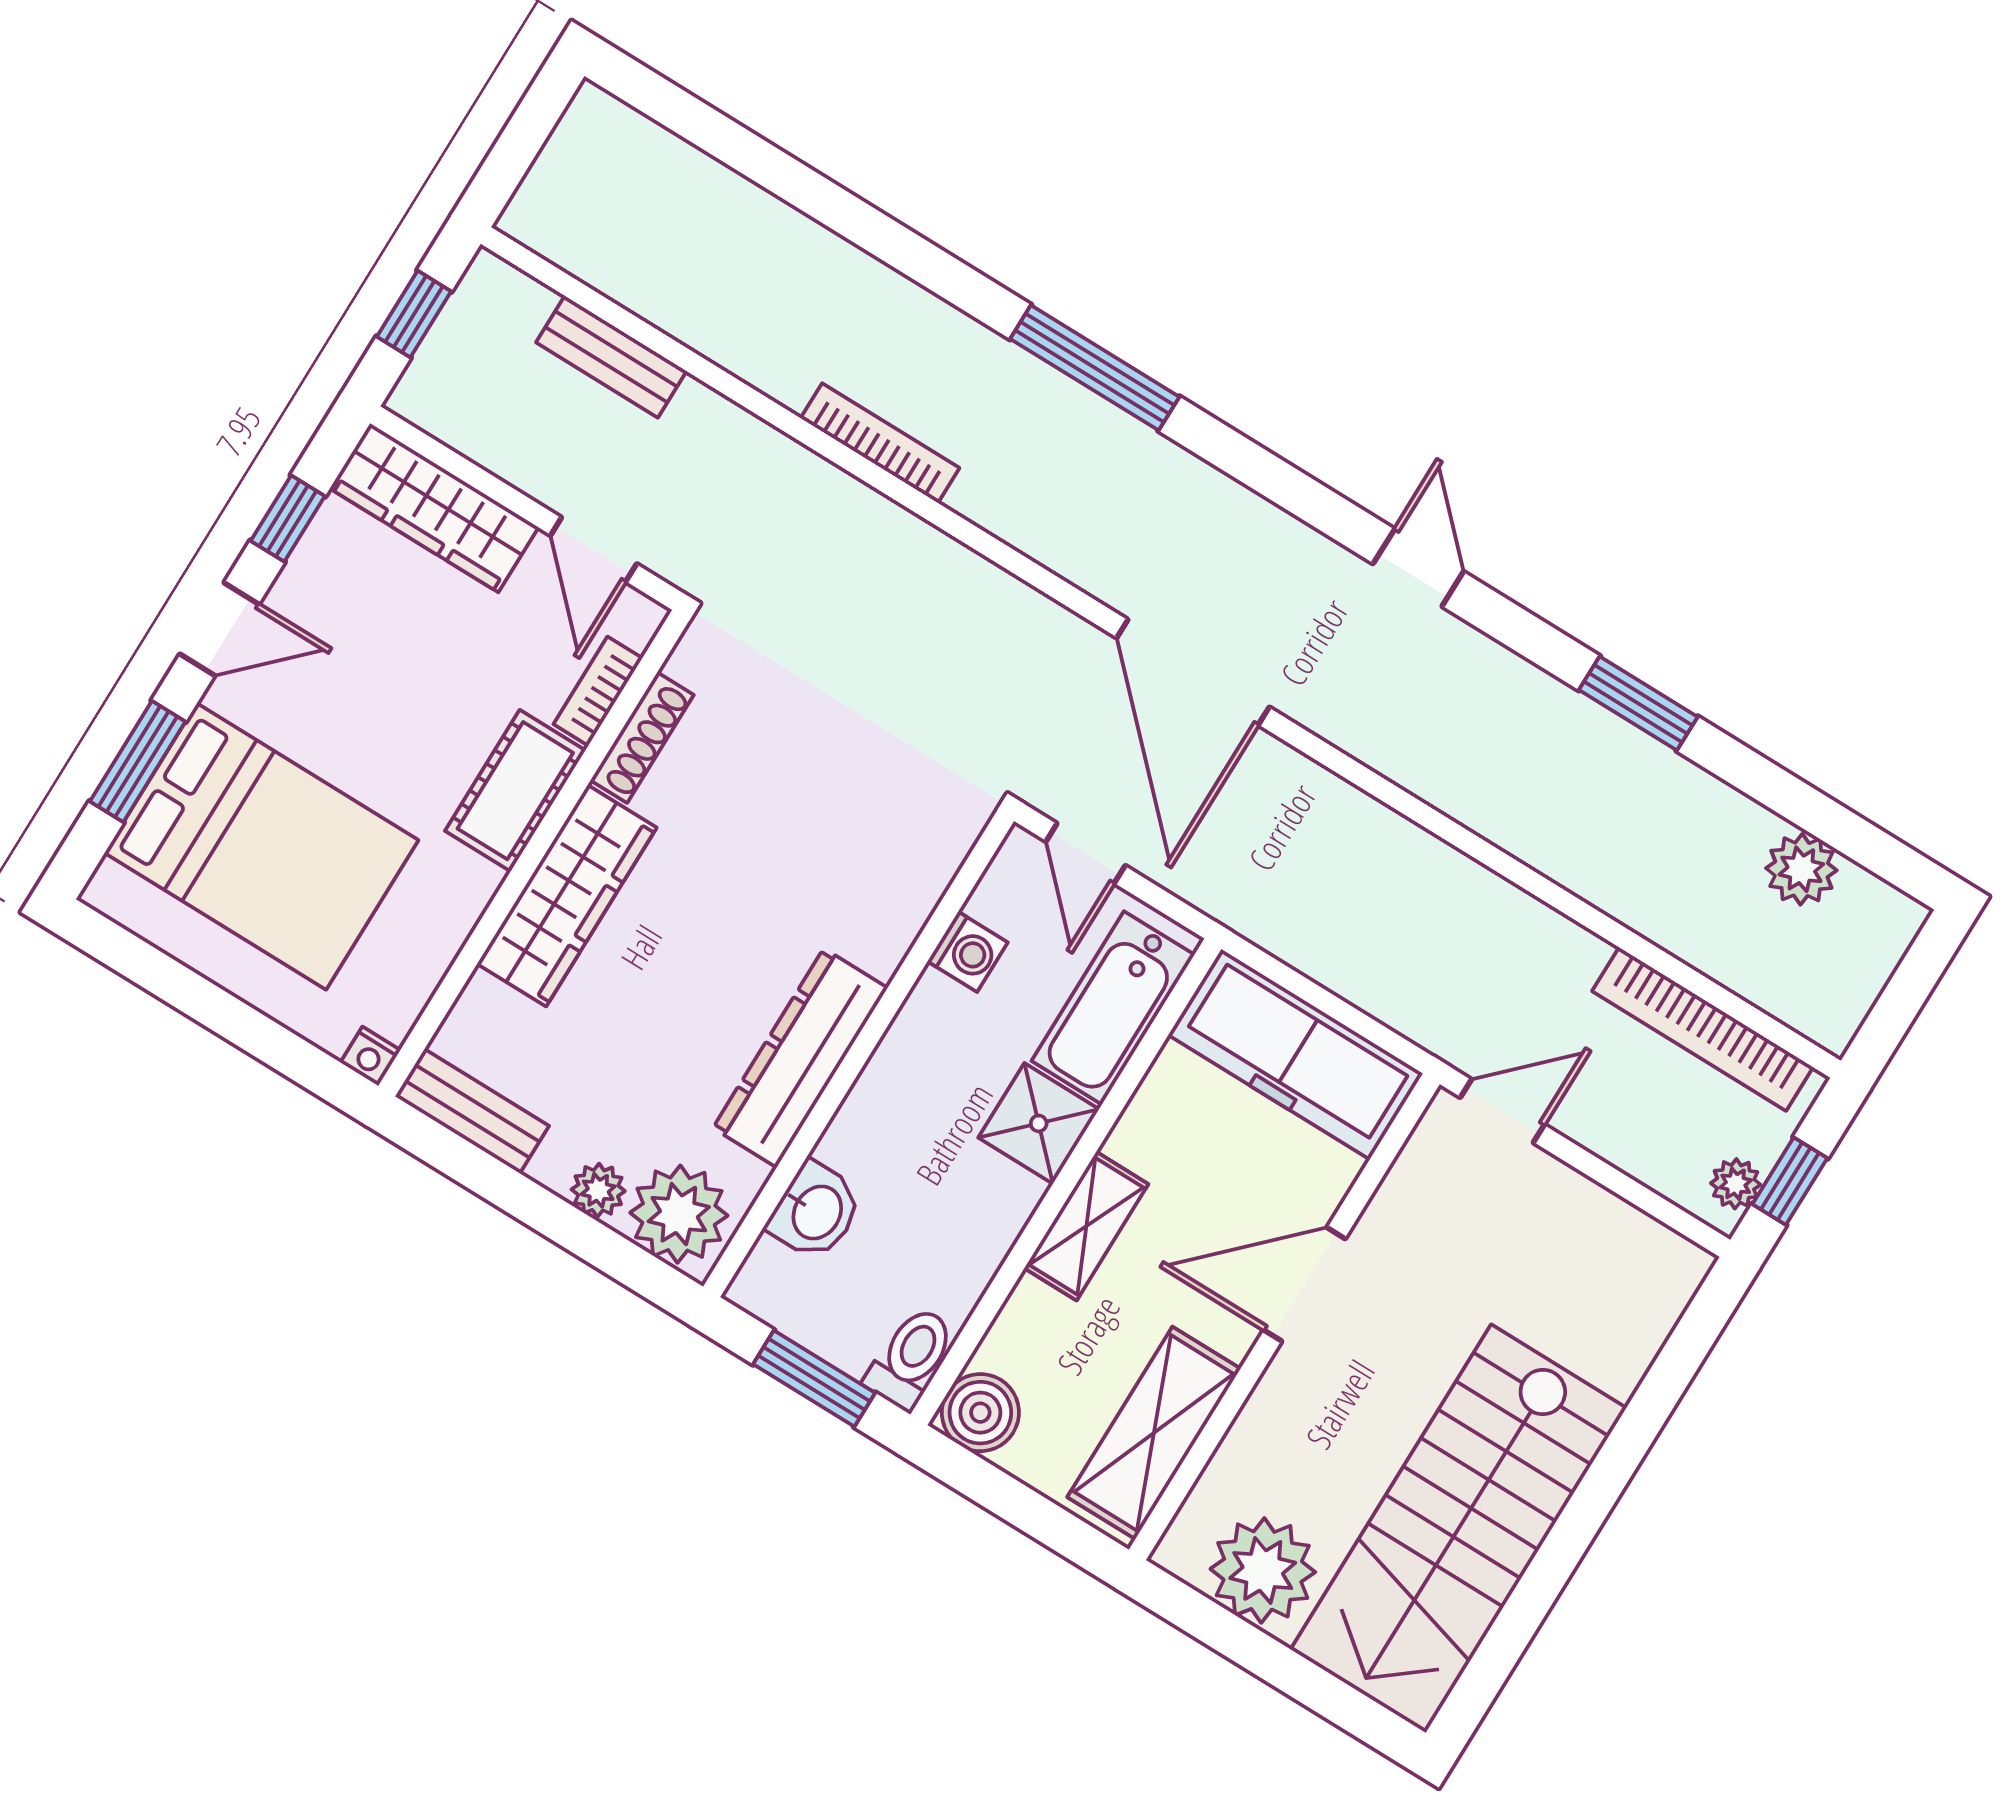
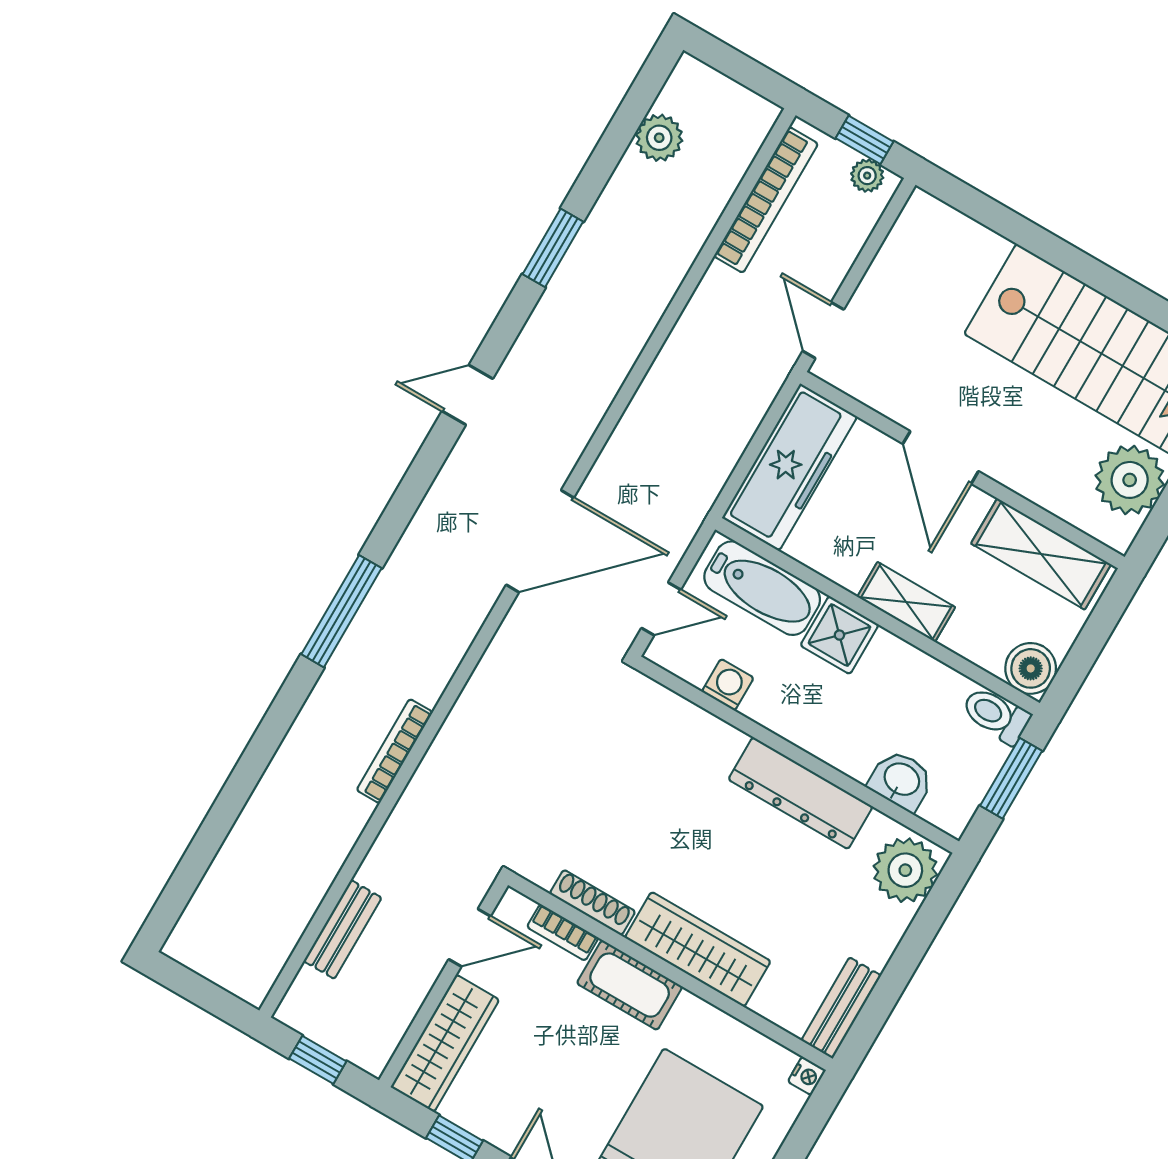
plant: (598, 1190) -> (891, 924), removed

